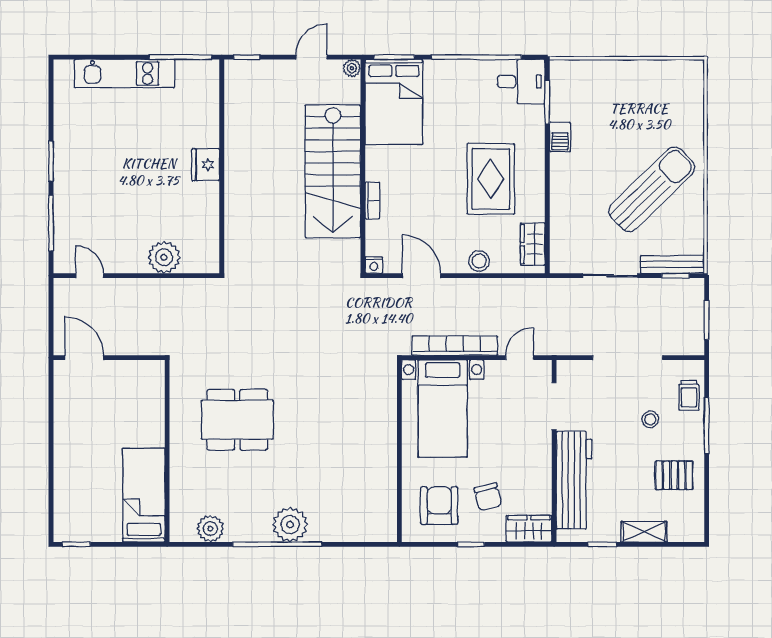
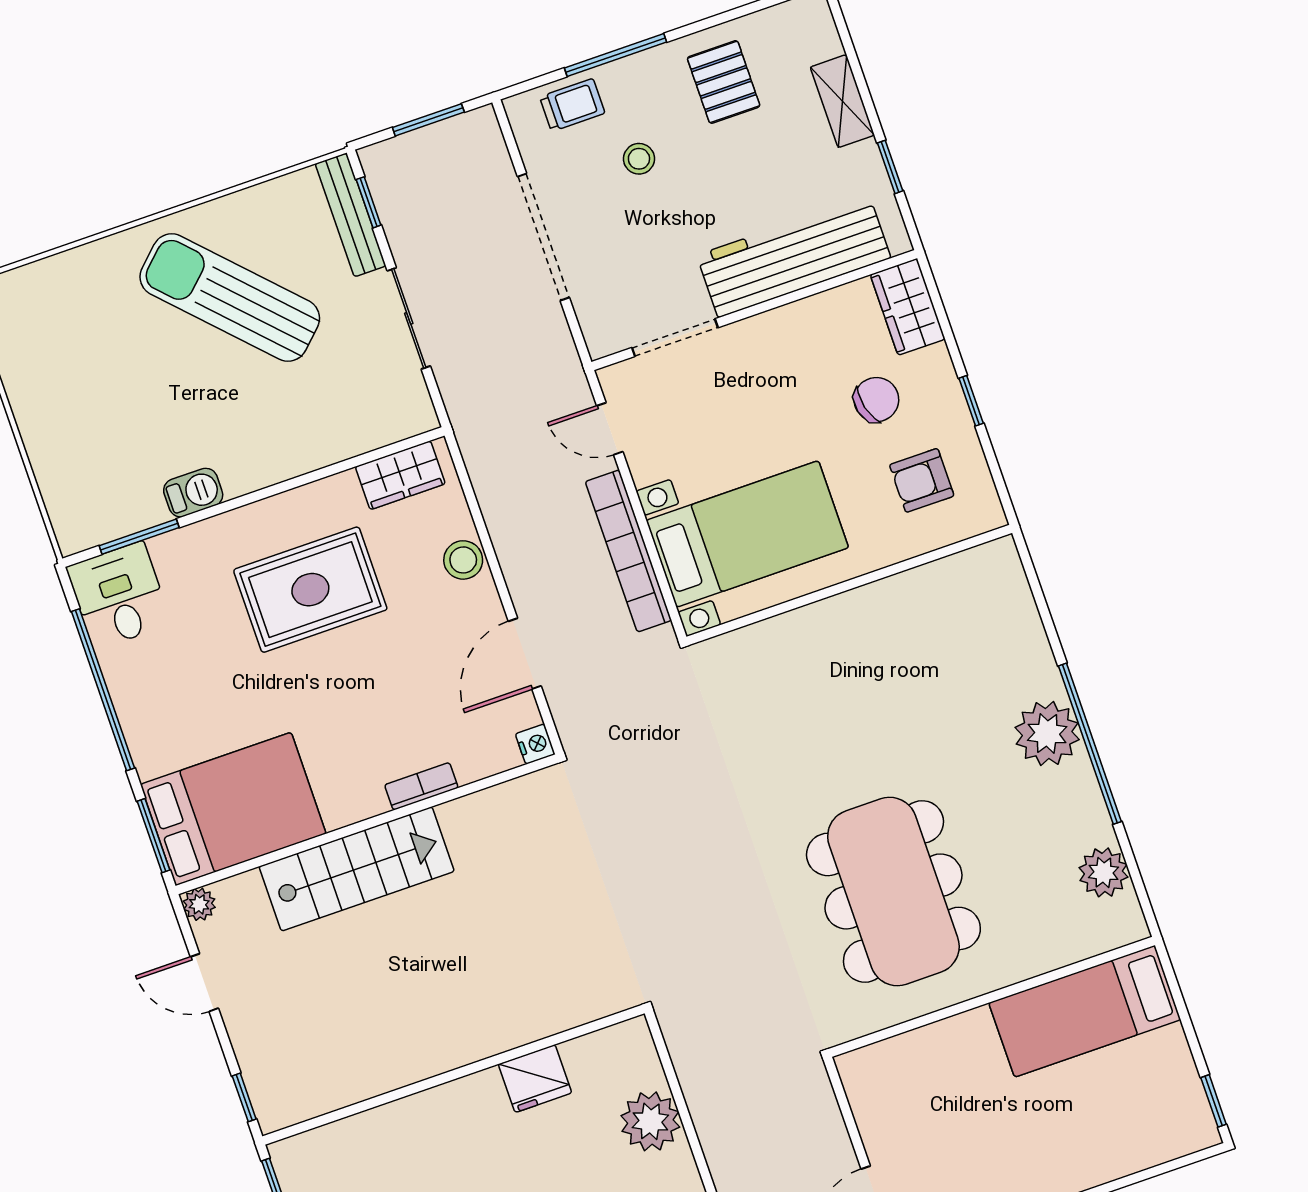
fridge: (206, 165) -> (535, 1078), moved
stairs: (333, 171) -> (357, 869), width x0.73, depth x0.66
dining table: (237, 420) -> (893, 891), width x1.36, depth x1.24
armchair: (439, 506) -> (922, 480), width x0.72, depth x0.72

